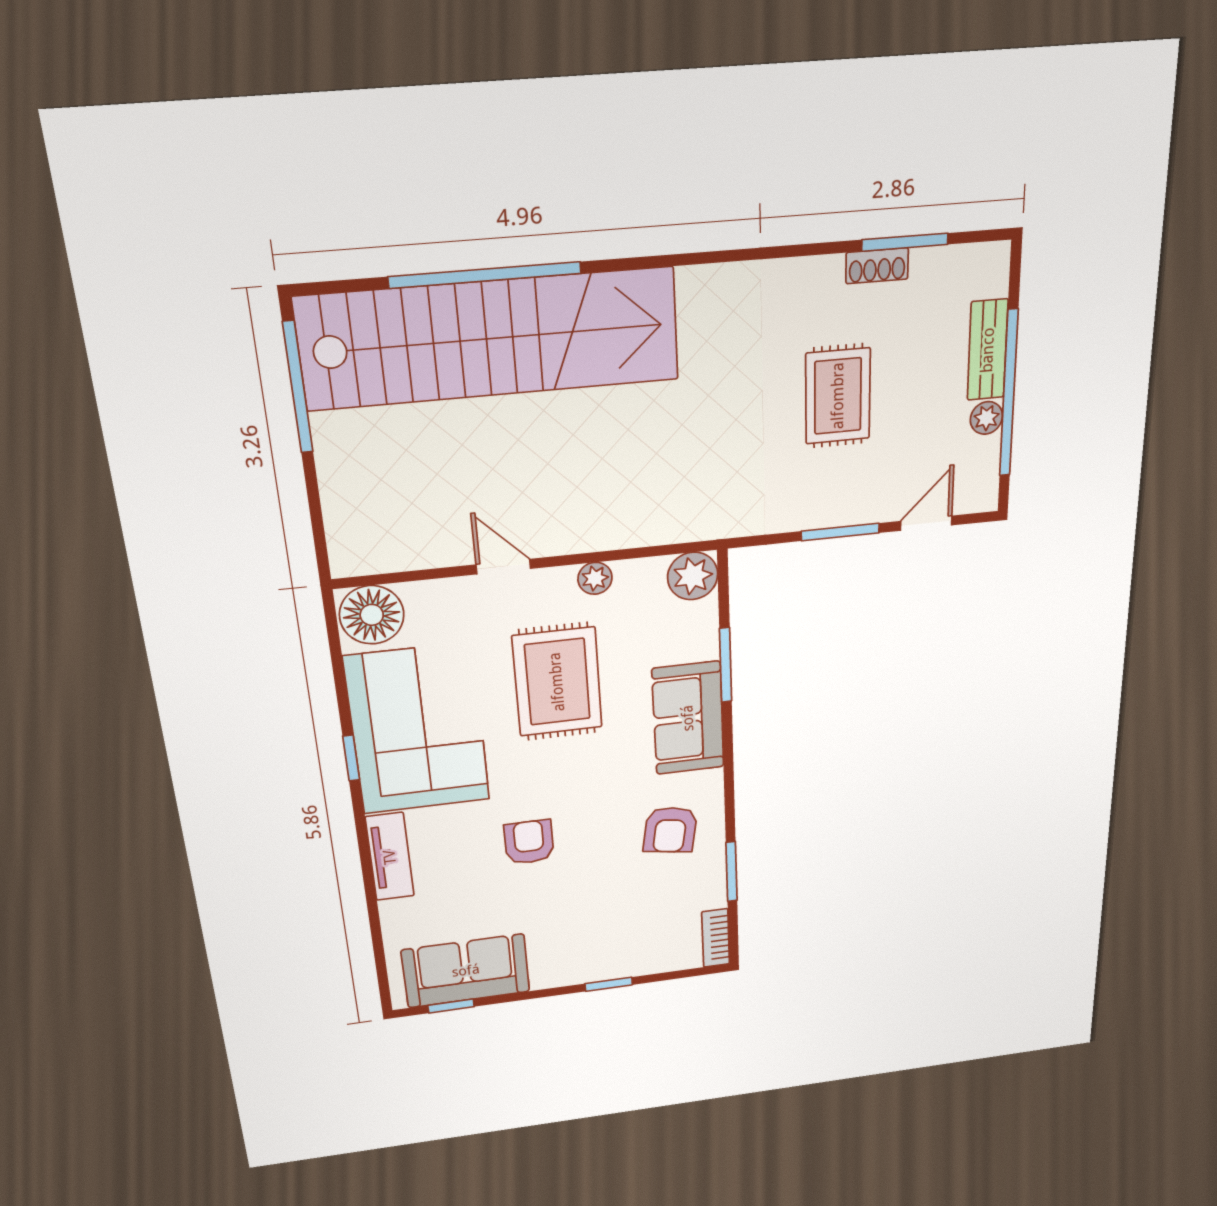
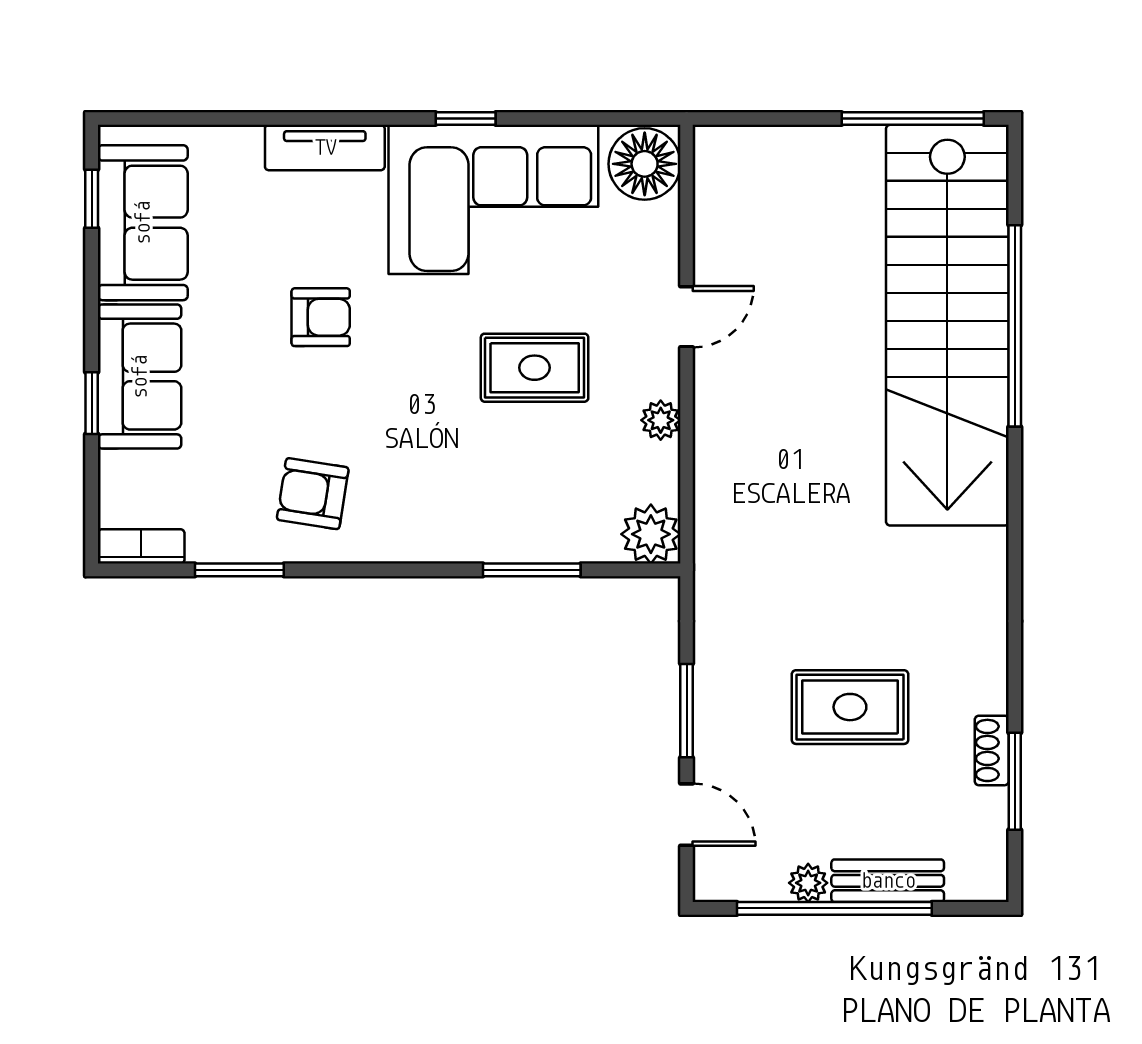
rug: (557, 682) -> (535, 368), width x0.73, depth x0.70
sofa: (688, 718) -> (140, 377), moved, turned 90

